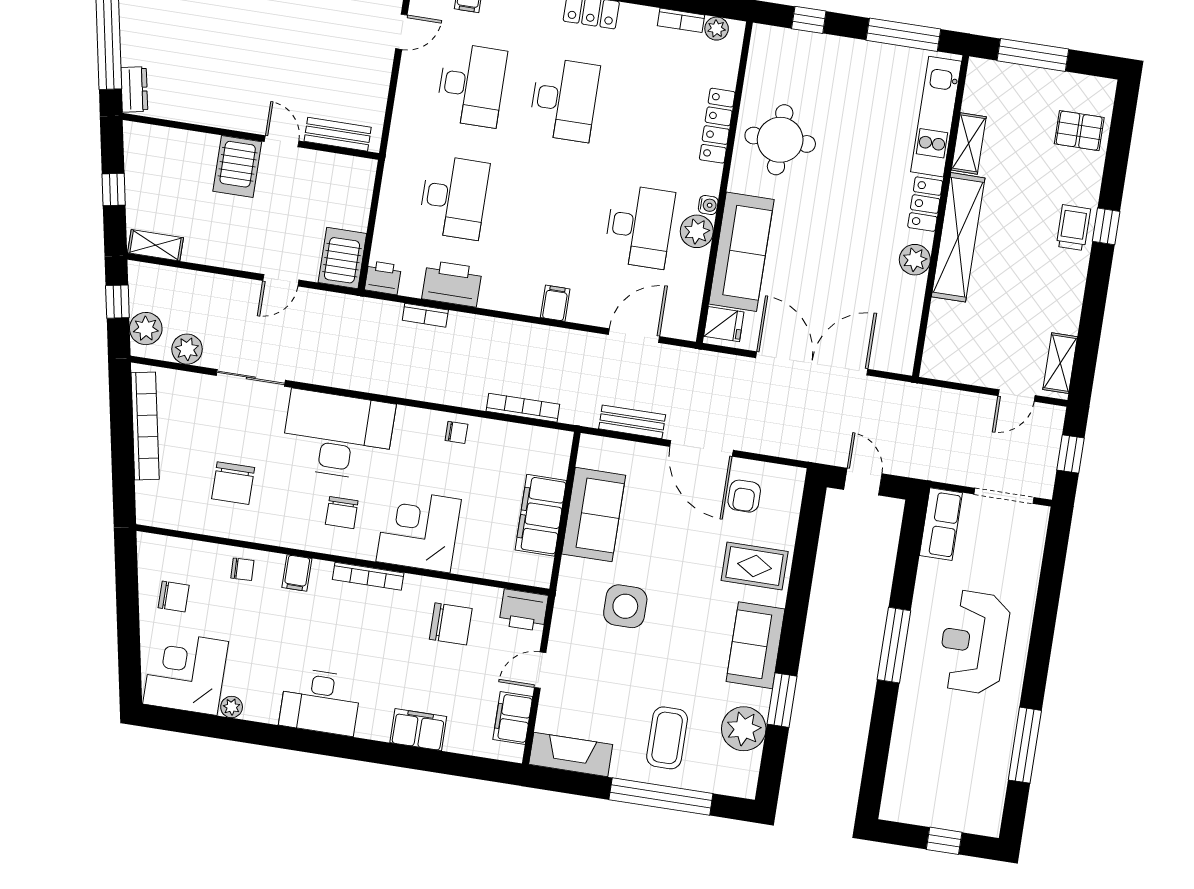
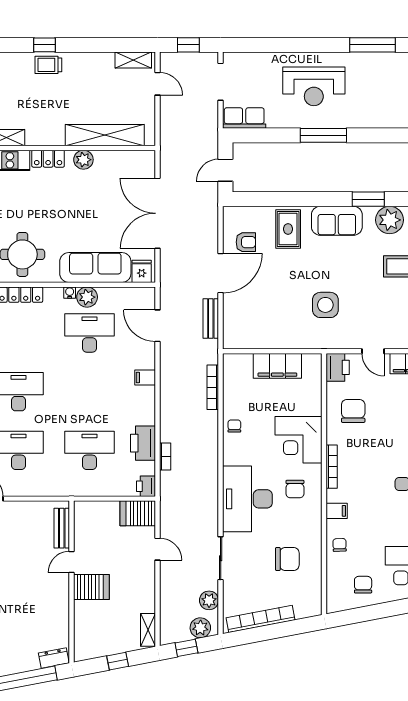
shelving: (958, 237) -> (105, 135), moved
chair: (342, 513) -> (295, 489), turned 90
sofa: (594, 515) -> (272, 333), removed

